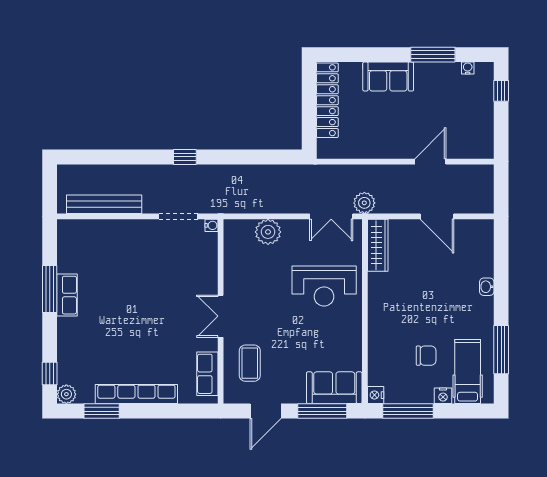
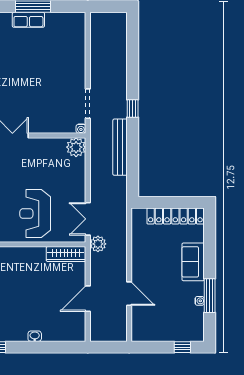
water cooler: (468, 68) -> (200, 301), moved
bench: (104, 204) -> (120, 147), moved
plant: (268, 232) -> (76, 147), moved

